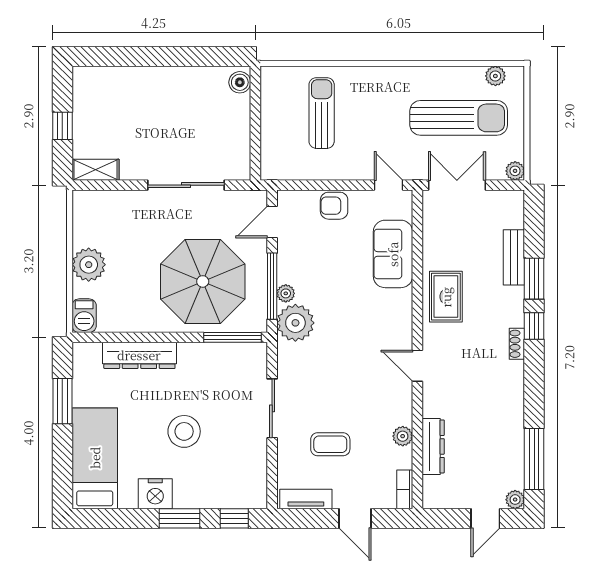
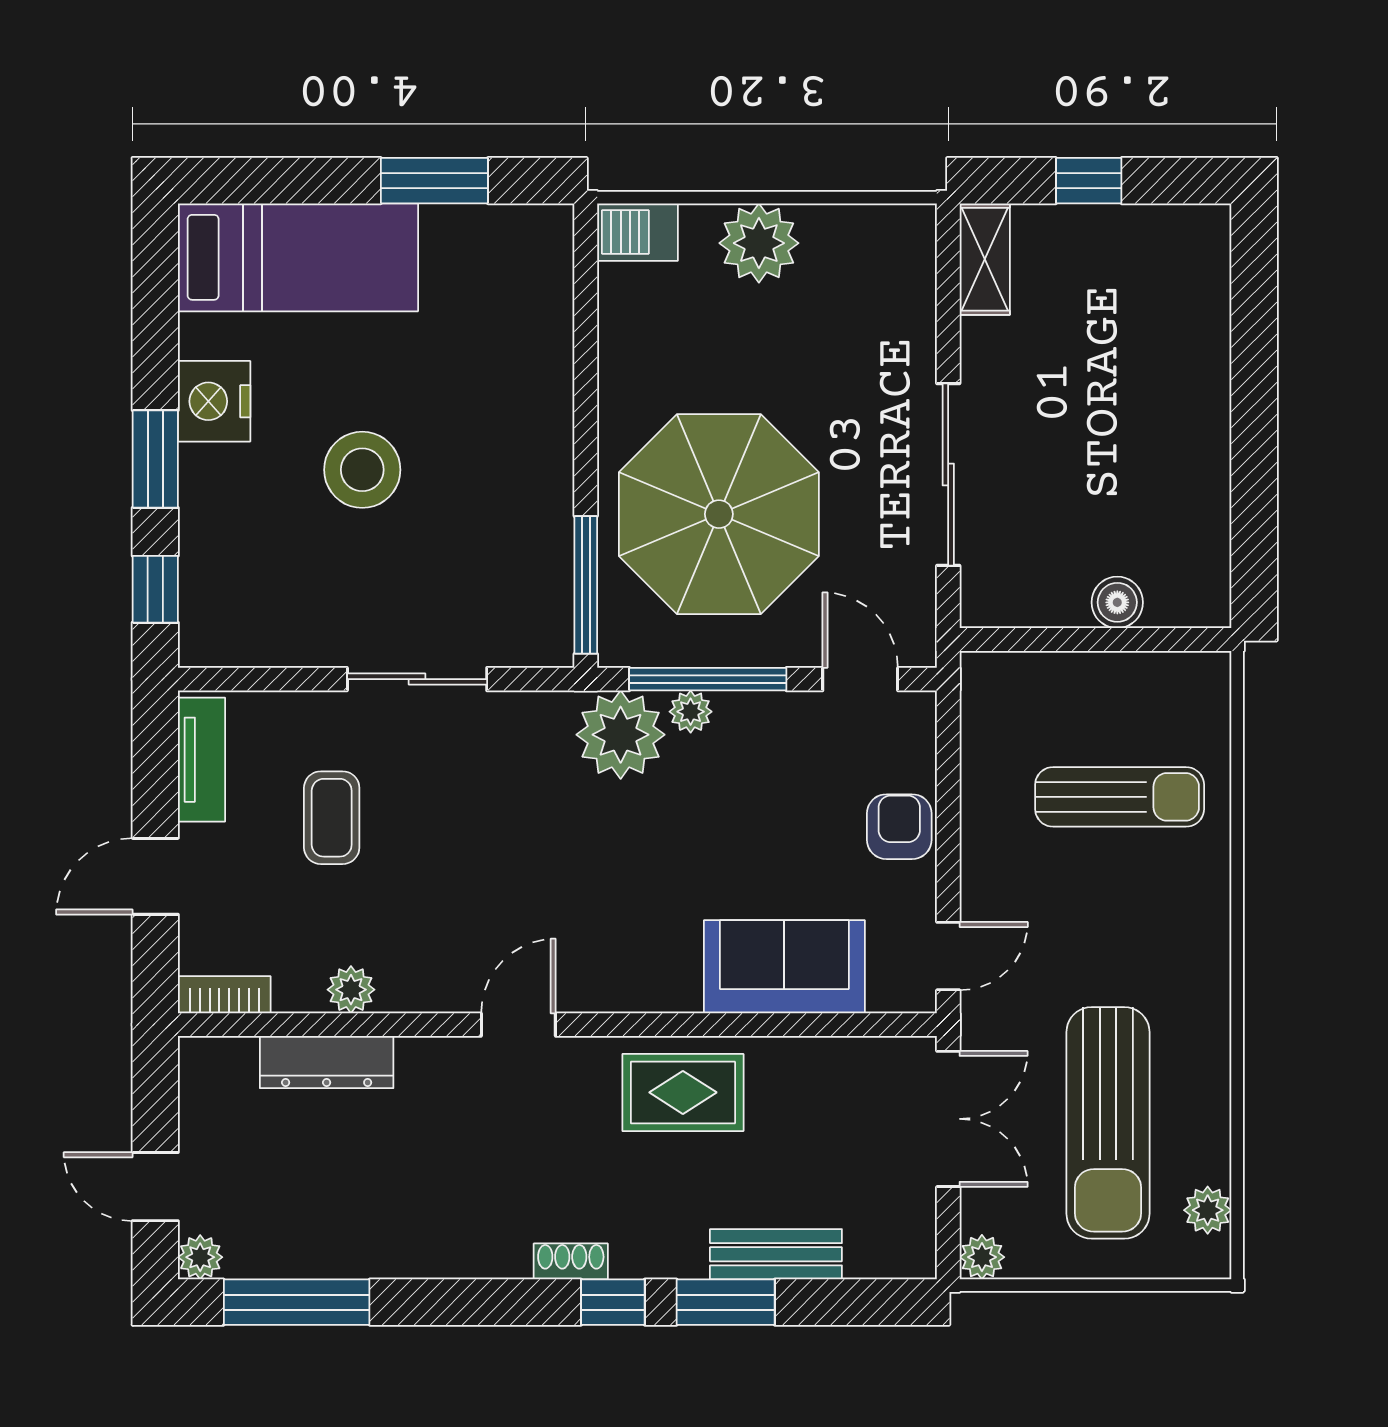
boiler: (240, 82) -> (1117, 602), moved
dresser: (139, 355) -> (543, 364), removed

